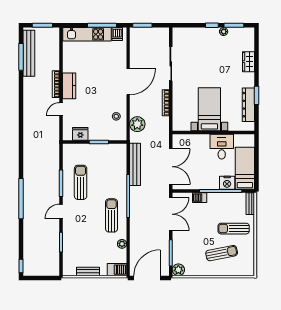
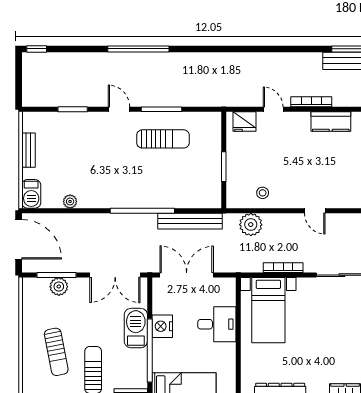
door: (128, 82) -> (315, 211), width x0.53
kitchen counter: (69, 86) -> (331, 122), moved
bed with nightstands: (209, 109) -> (268, 310), moved, turned 90
fridge: (80, 134) -> (244, 122), moved, turned 90
desk: (222, 147) -> (217, 324), moved
double door: (171, 167) -> (187, 275), swing flipped
nightstand: (227, 183) -> (162, 326), moved
barbecue: (200, 198) -> (136, 328), width x1.88, depth x1.53
sun lounger: (111, 215) -> (113, 186), removed
plant: (178, 270) -> (59, 287), moved

